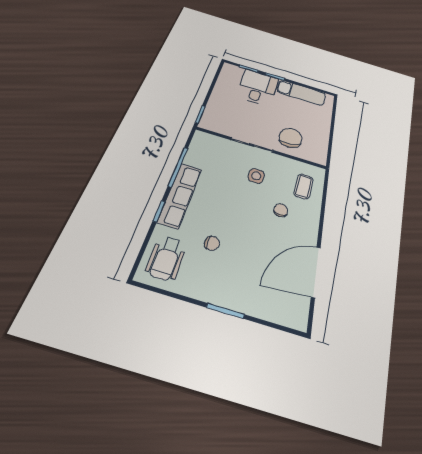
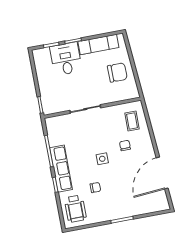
chair: (290, 138) -> (117, 72), moved, turned 99
side table: (256, 176) -> (102, 159), moved

